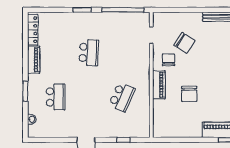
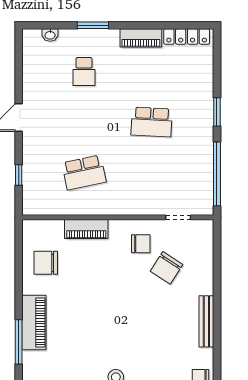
piano: (159, 85) -> (86, 229), moved
chair: (189, 94) -> (46, 263), moved
school desk: (56, 97) -> (84, 72), width x0.54
school desk: (122, 97) -> (84, 172), turned -36

